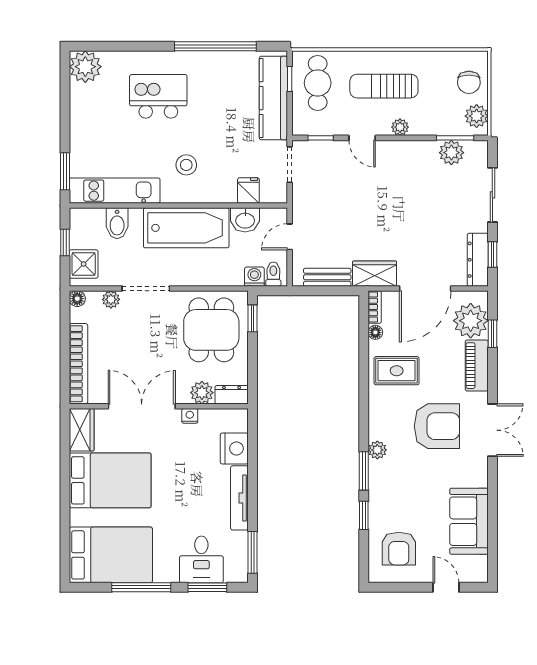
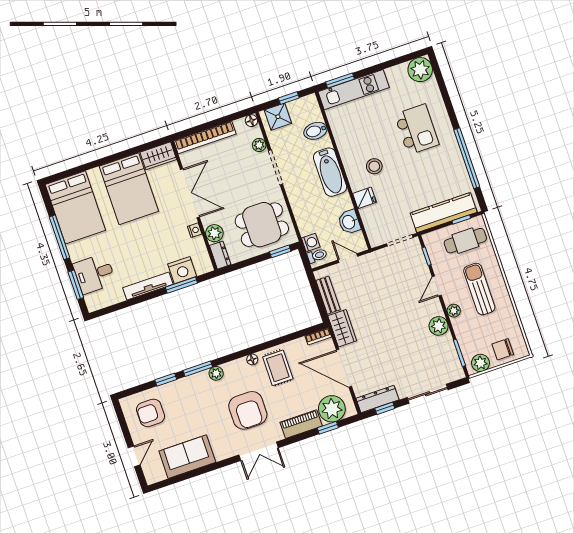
plant: (451, 153) -> (439, 326), moved
kitchen unit: (115, 191) -> (354, 90), moved, turned 90
fridge: (248, 191) -> (365, 198), moved
bathtub: (186, 228) -> (330, 172), width x0.73, depth x0.73
floor lamp: (375, 332) -> (252, 359), moved
window: (253, 552) -> (181, 285), moved

